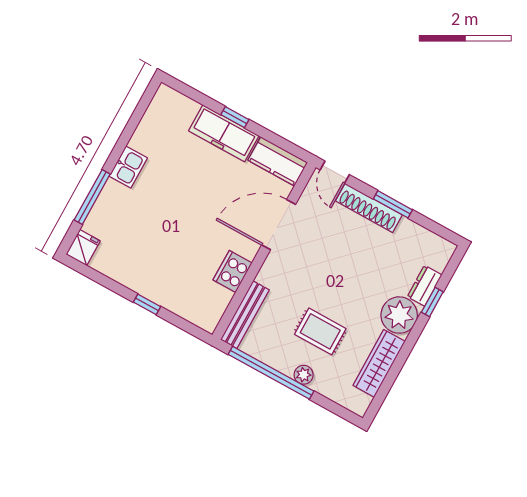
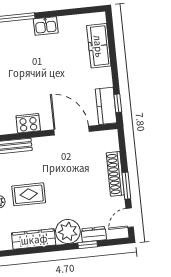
window: (235, 117) -> (118, 103), moved
freezer: (224, 133) -> (99, 46), moved
door: (335, 172) -> (130, 218), moved
rug: (320, 331) -> (29, 194), turned 90

